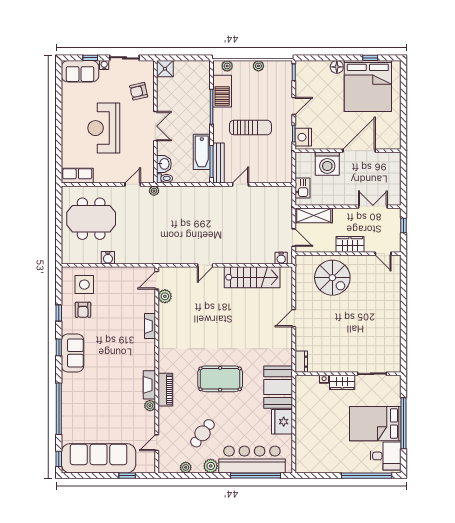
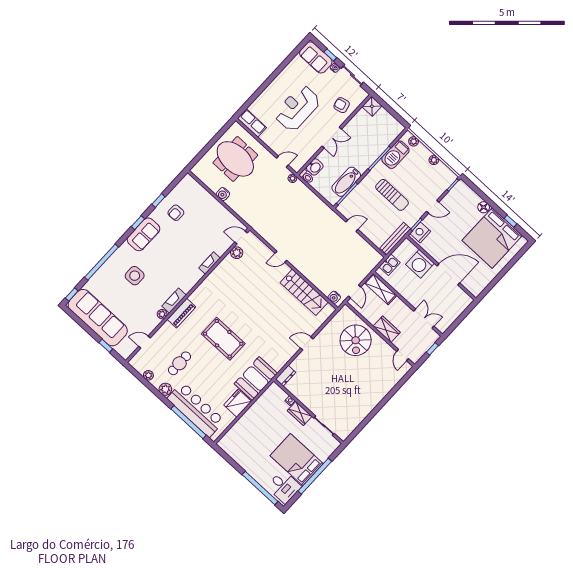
bench: (218, 163) -> (395, 239), moved
side table: (84, 285) -> (135, 276), moved
cafe table: (202, 433) -> (179, 363), turned -37

